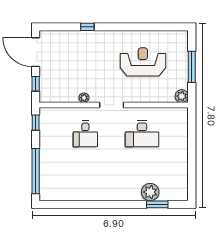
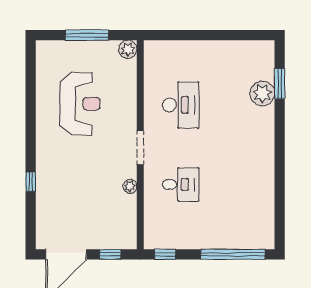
reception desk: (143, 62) -> (80, 104), turned 180

